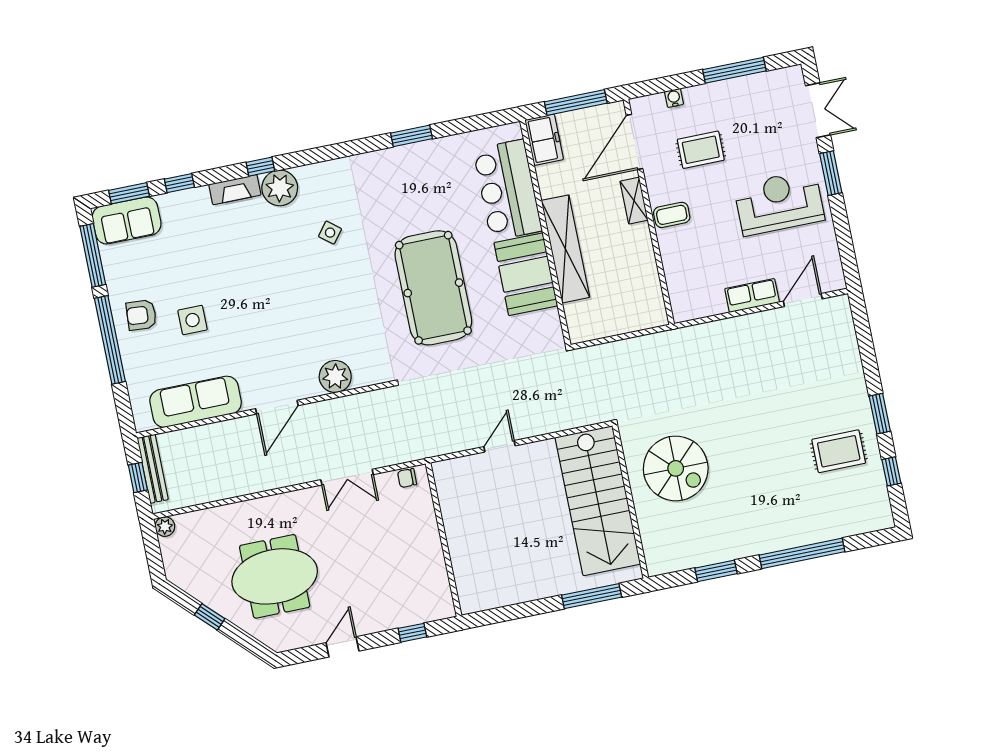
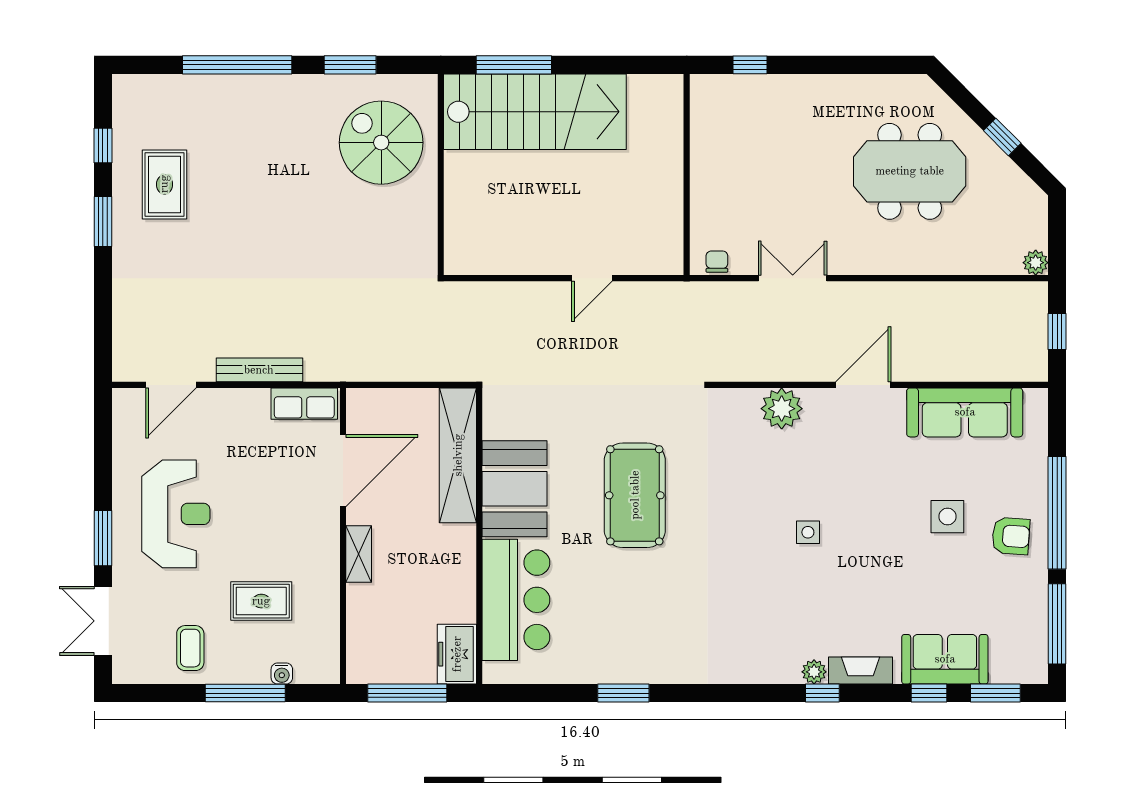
window: (734, 70) -> (245, 693), moved
door: (635, 142) -> (343, 471), moved
plant: (280, 188) -> (814, 672), width x0.53, depth x0.53
reception desk: (779, 203) -> (176, 514), turned -90
coffee table: (672, 215) -> (190, 648), moved, turned 90
sofa: (127, 221) -> (945, 659), moved
side table: (330, 233) -> (808, 532), moved, turned -38
shelving: (565, 249) -> (458, 455), moved
pool table: (433, 288) -> (635, 495), width x0.73, depth x0.76
row of seats: (752, 296) -> (304, 404), moved
rug: (839, 451) -> (164, 184), turned 90
spiral stairs: (676, 468) -> (381, 143), moved
bench: (153, 469) -> (259, 370), moved, turned 90
chair: (407, 478) -> (717, 262), turned -90
stairs: (598, 501) -> (535, 112), moved, turned 90
door: (343, 647) -> (842, 65), removed

